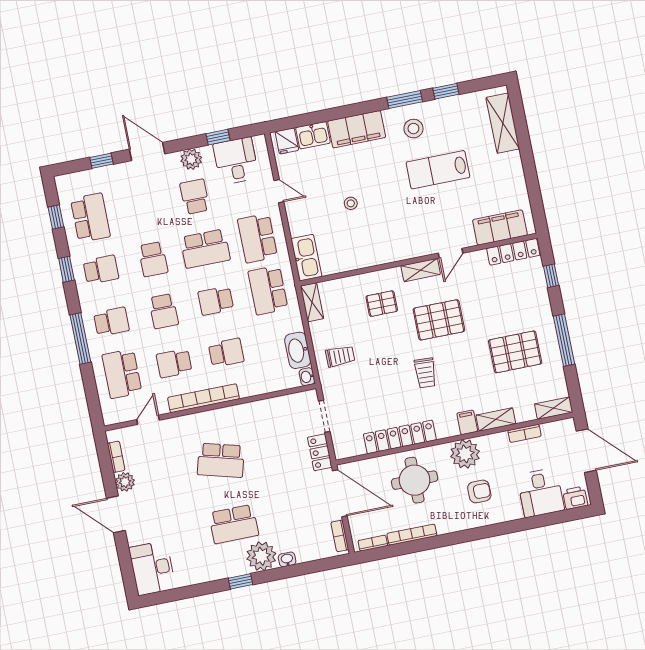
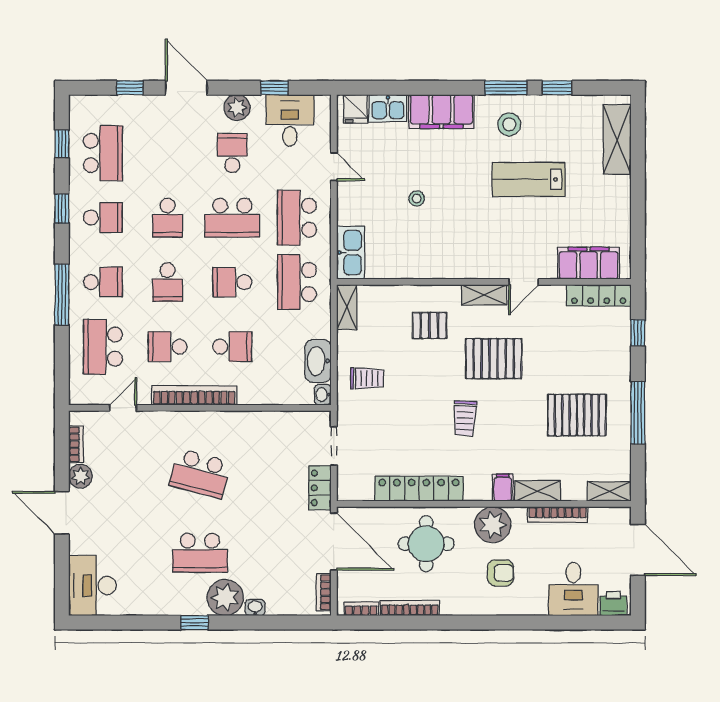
bookcase: (525, 433) -> (558, 514), width x1.56

